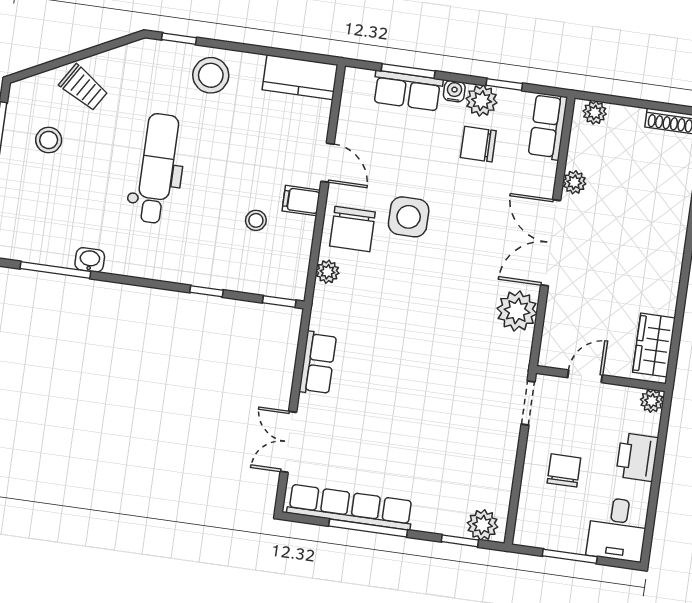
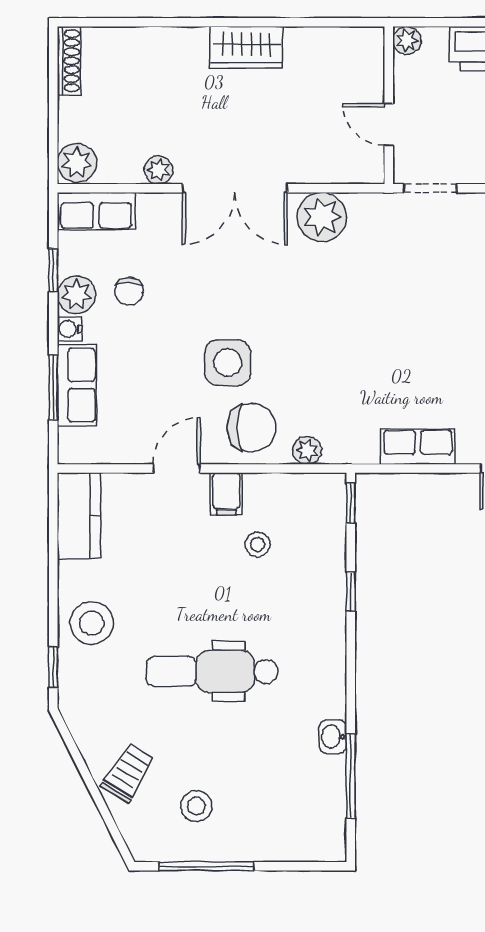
plant: (595, 112) -> (77, 163), width x1.38, depth x1.38
chair: (478, 144) -> (129, 291), width x0.73, depth x0.73
wardrobe: (654, 345) -> (246, 47), moved

